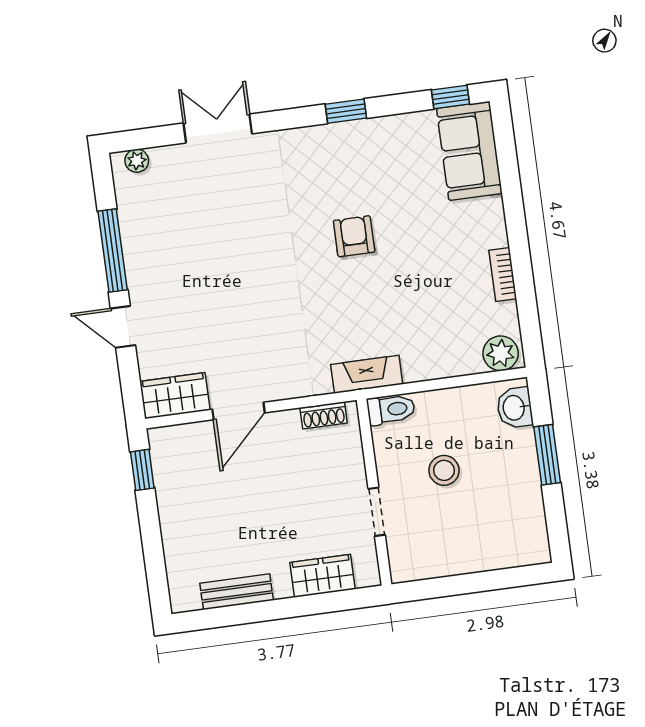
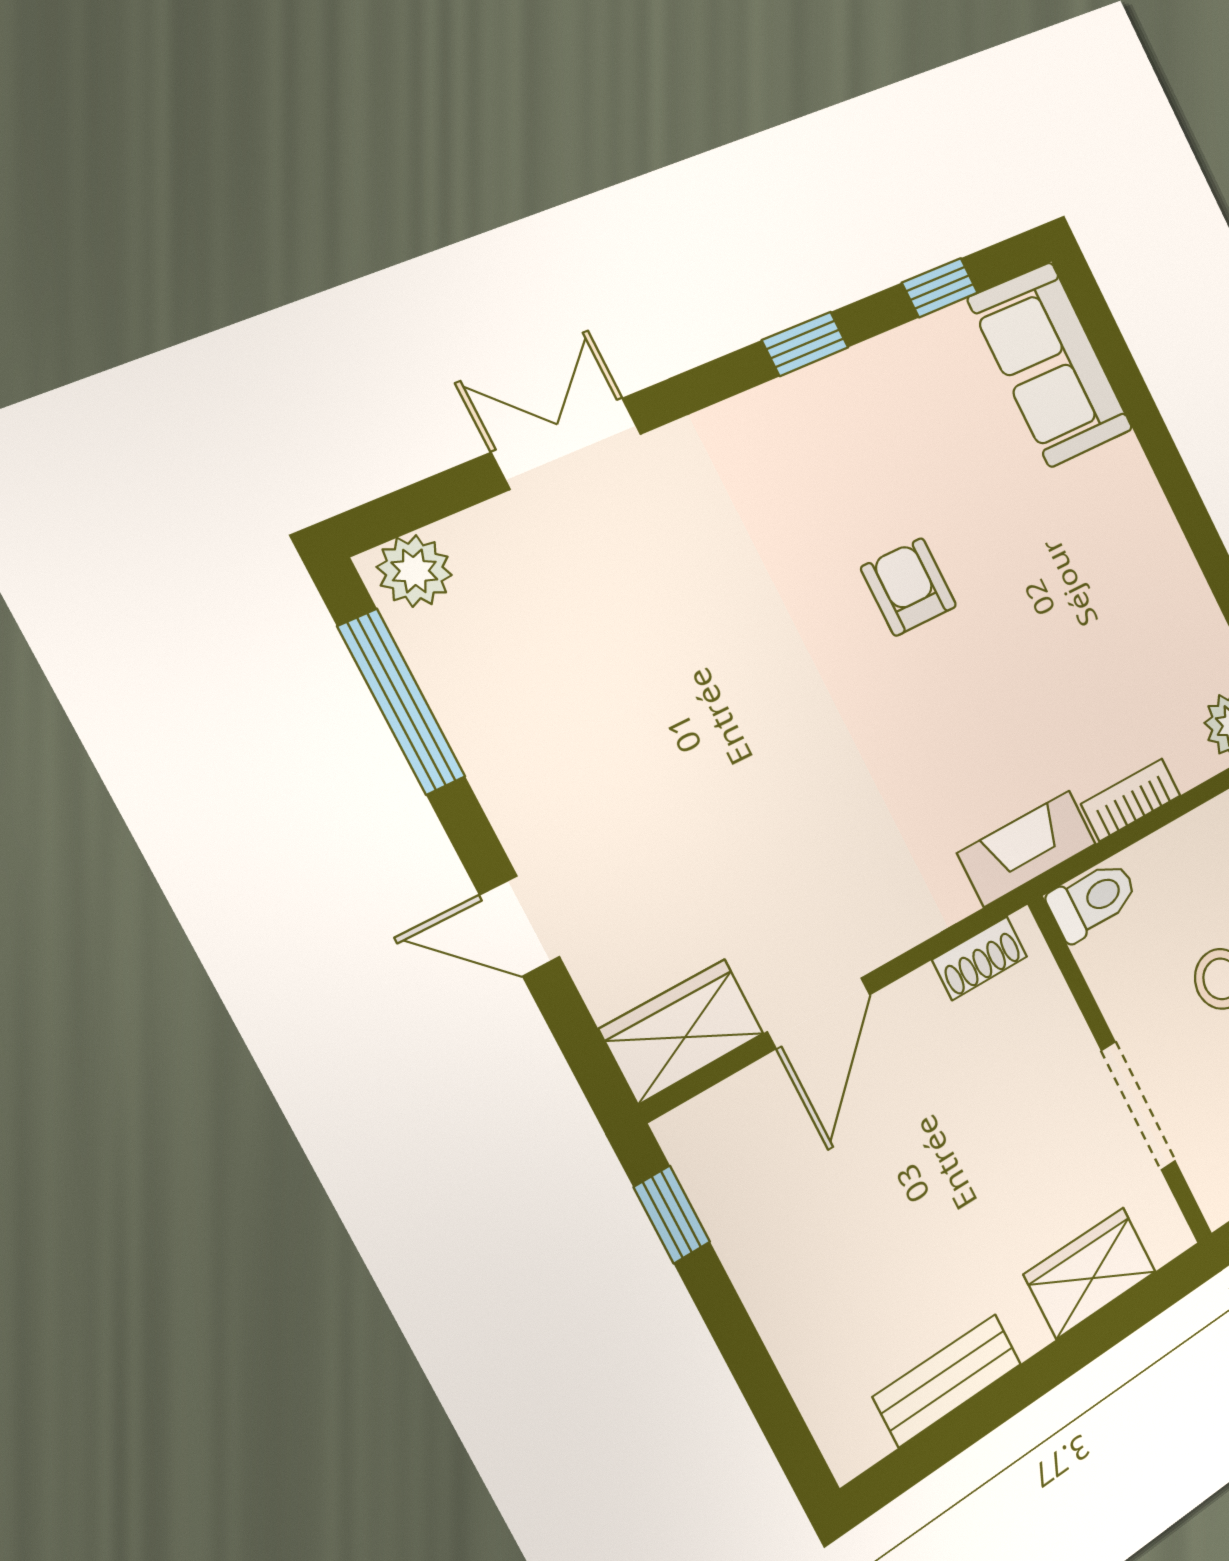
window: (450, 97) -> (940, 288), moved
plant: (137, 161) -> (414, 571), width x1.38, depth x1.38
window: (113, 250) -> (402, 702), moved
bookcase: (503, 274) -> (1131, 800), moved, turned 90
doorway: (377, 512) -> (1138, 1106), width x1.38

